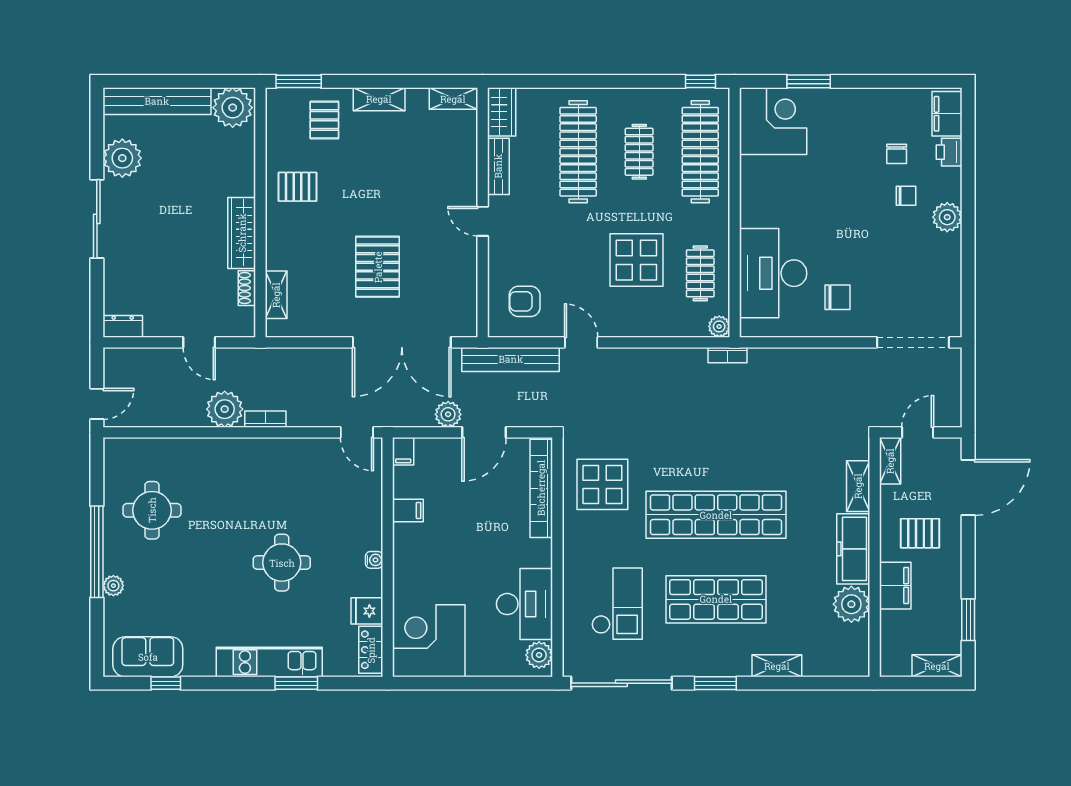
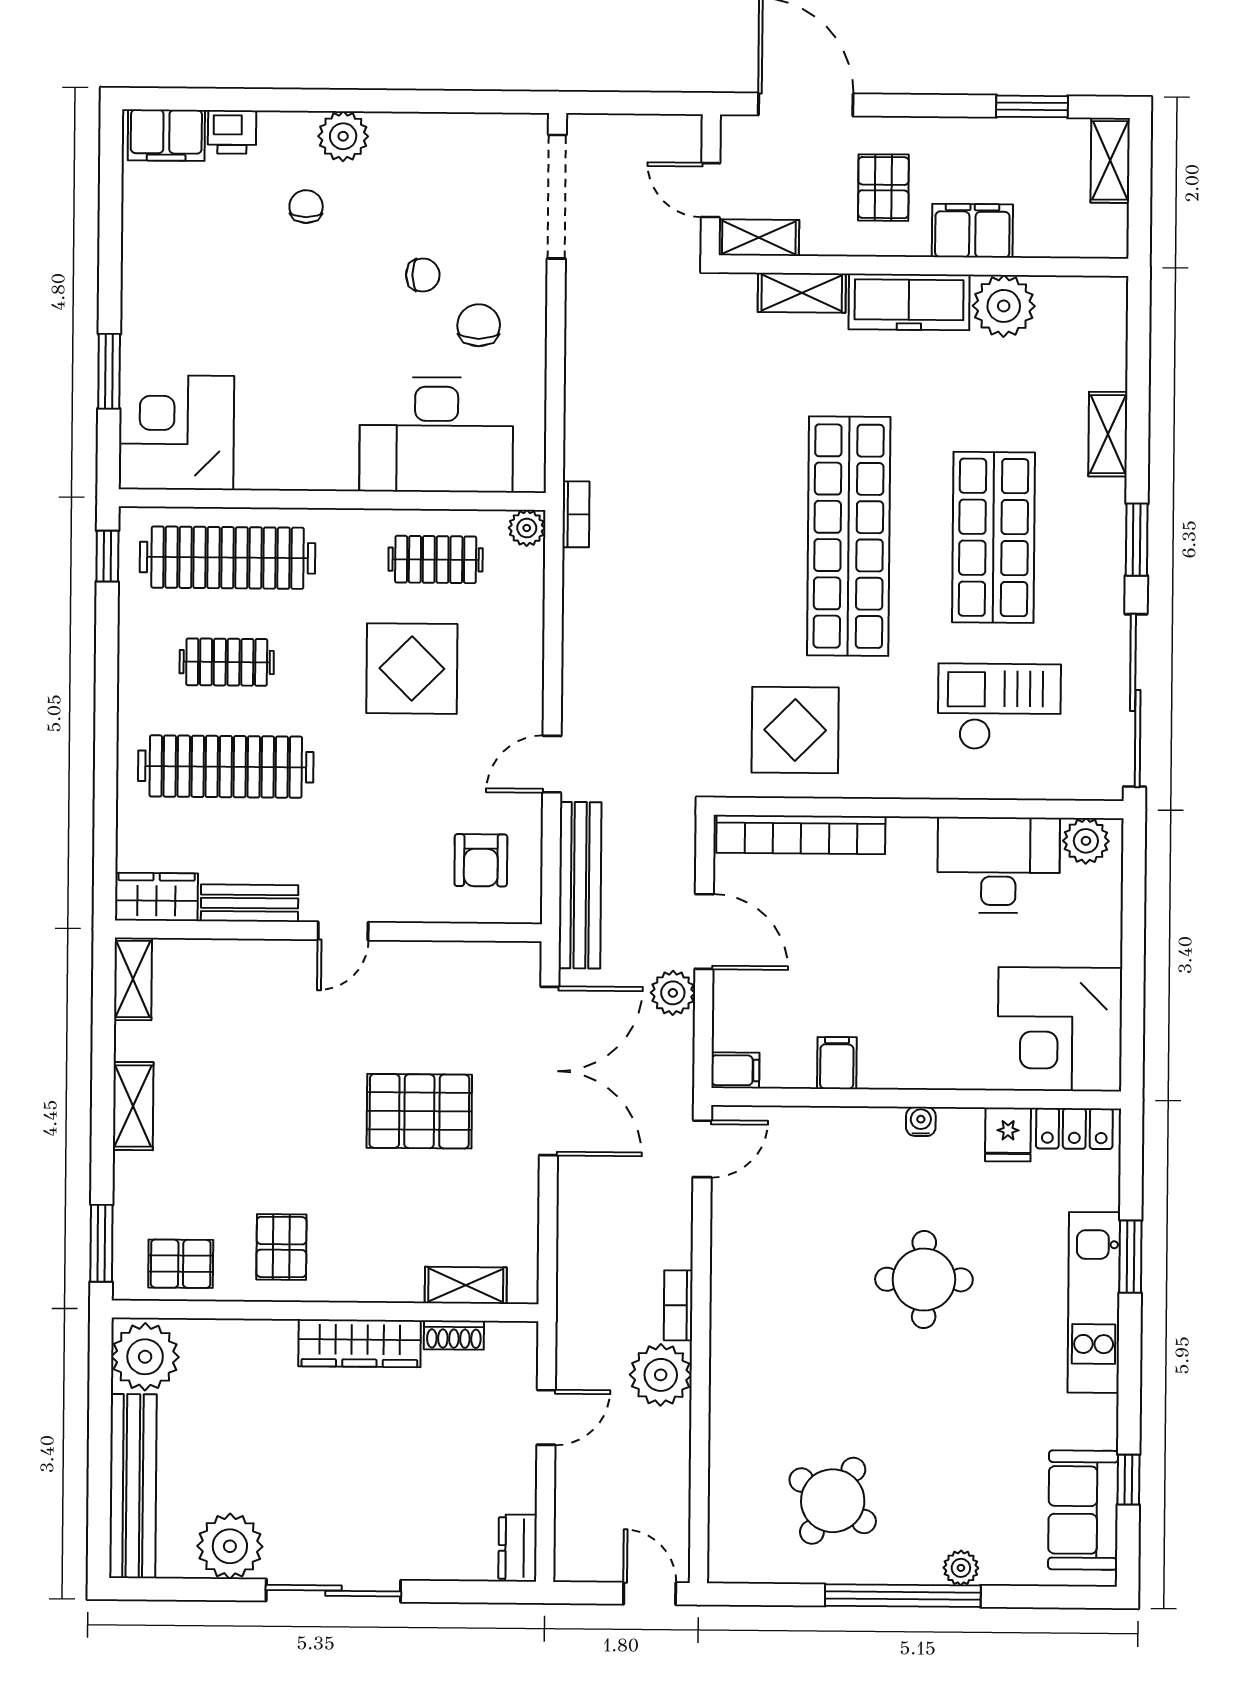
pallet: (324, 120) -> (181, 1264), moved
chair: (897, 154) -> (423, 275), moved
round table: (152, 510) -> (833, 1501), turned 33

